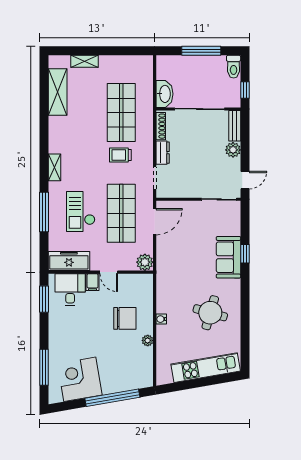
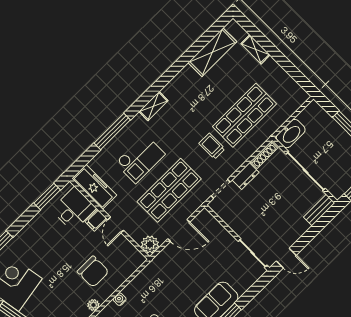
plant: (233, 150) -> (300, 227), removed
checkout: (81, 212) -> (140, 159), turned 180
door: (155, 222) -> (179, 231), moved

